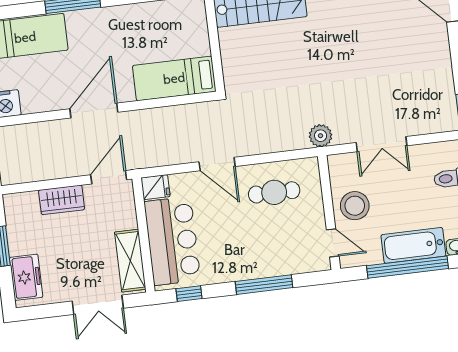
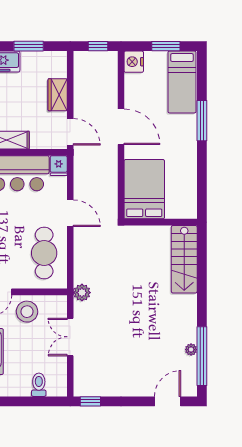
bed: (174, 78) -> (144, 189), width x1.50
door: (217, 164) -> (70, 213), swing flipped
cafe table: (274, 192) -> (44, 253), width x1.37, depth x1.35

